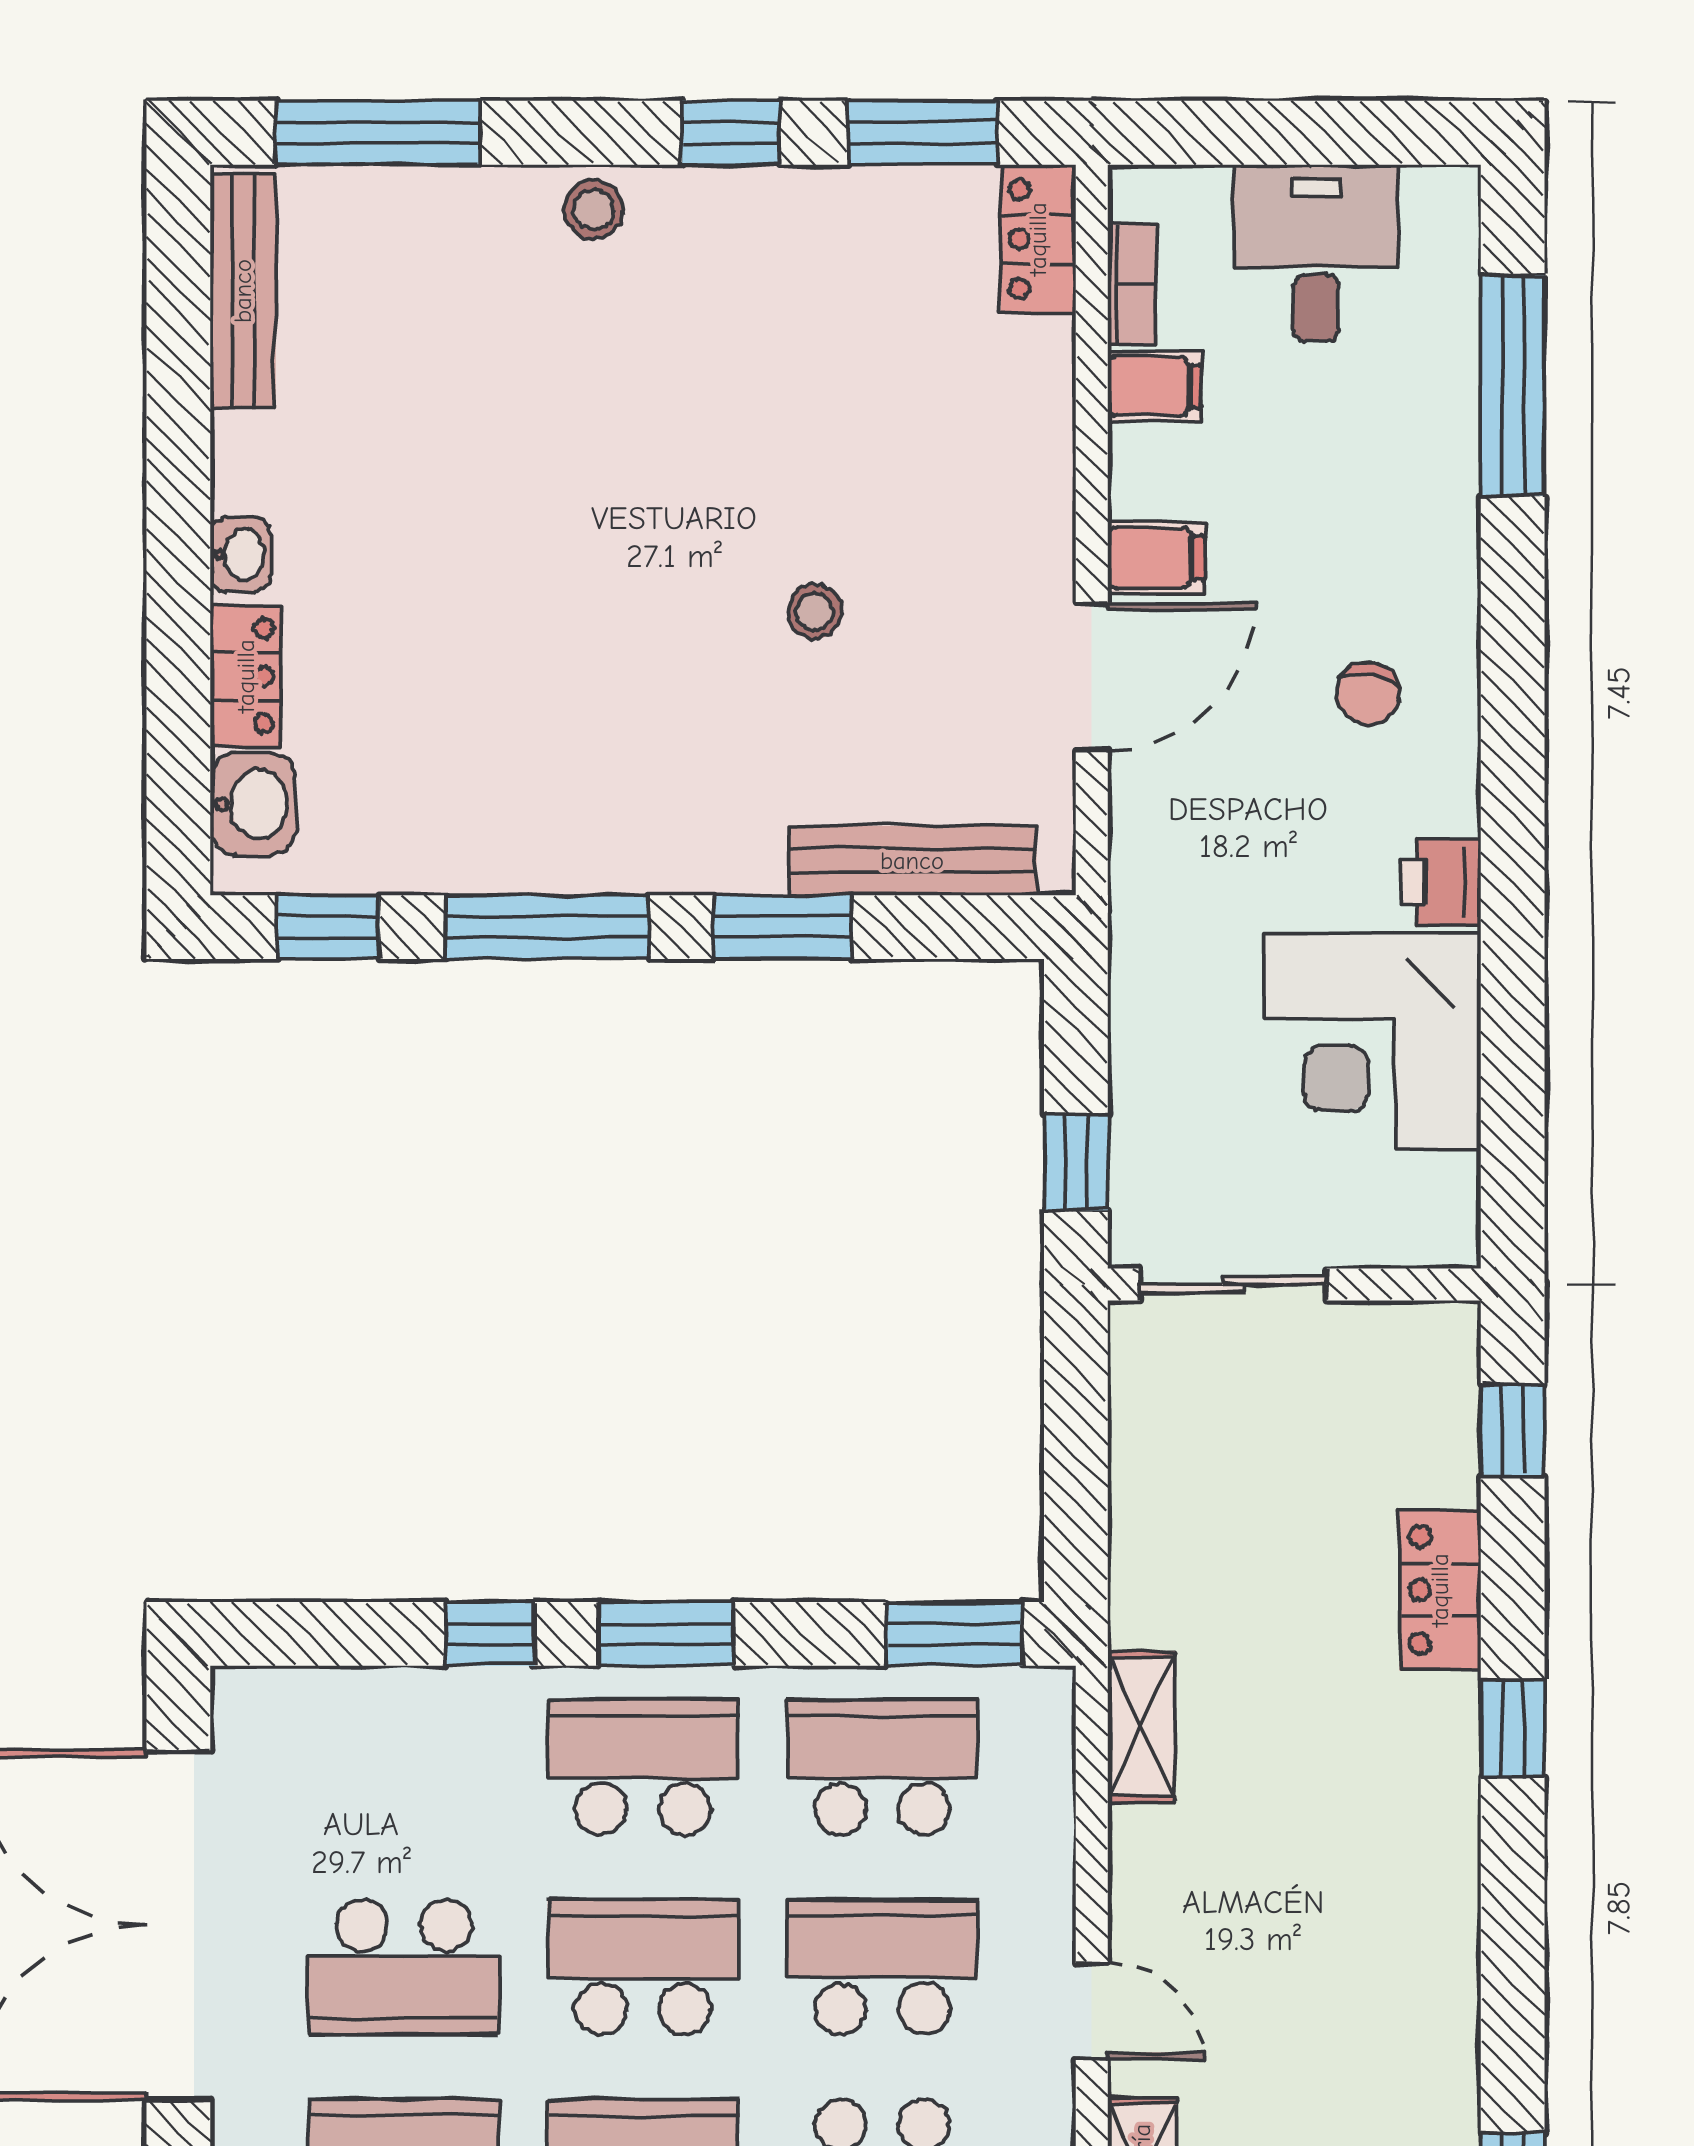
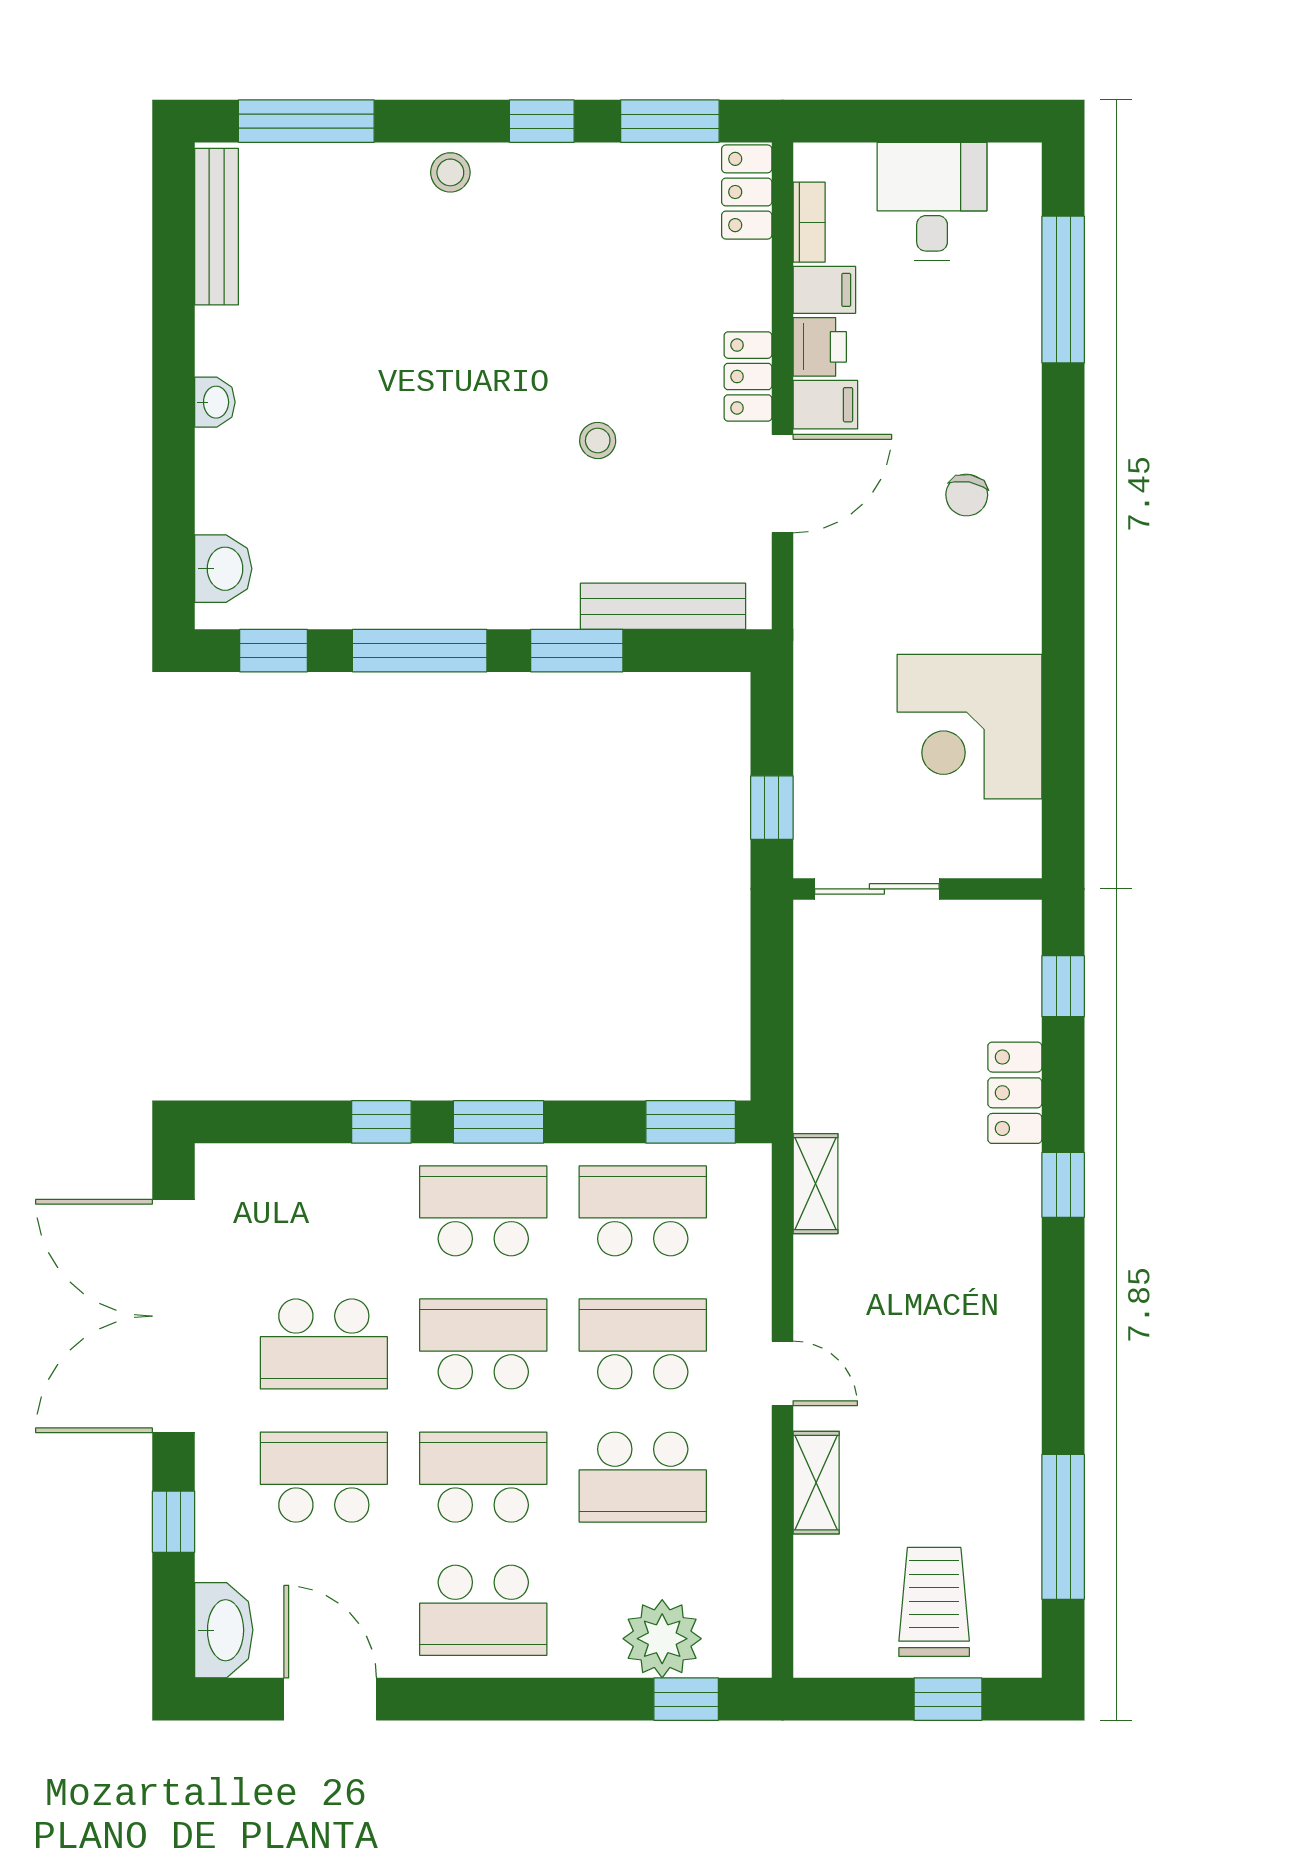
locker: (246, 676) -> (748, 377), moved, turned 180
printer: (1441, 882) -> (820, 347), moved, turned 180

